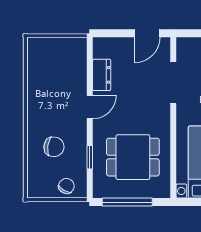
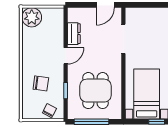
plant: (41, 51) -> (32, 17), added
dining table: (133, 157) -> (95, 91), turned 90

